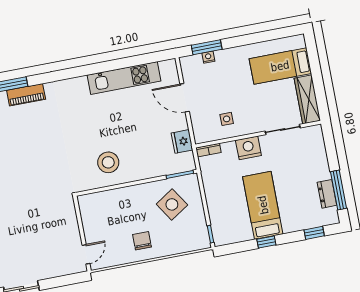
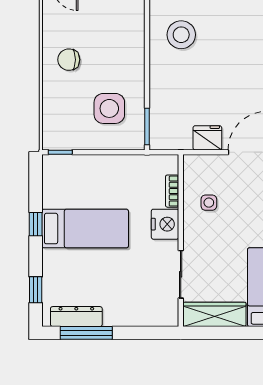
fridge: (182, 141) -> (207, 138), moved
bookcase: (208, 150) -> (172, 191), moved
dresser: (327, 194) -> (76, 317), width x1.44
side table: (172, 204) -> (109, 108), turned 33
chair: (142, 241) -> (69, 60), turned 180

